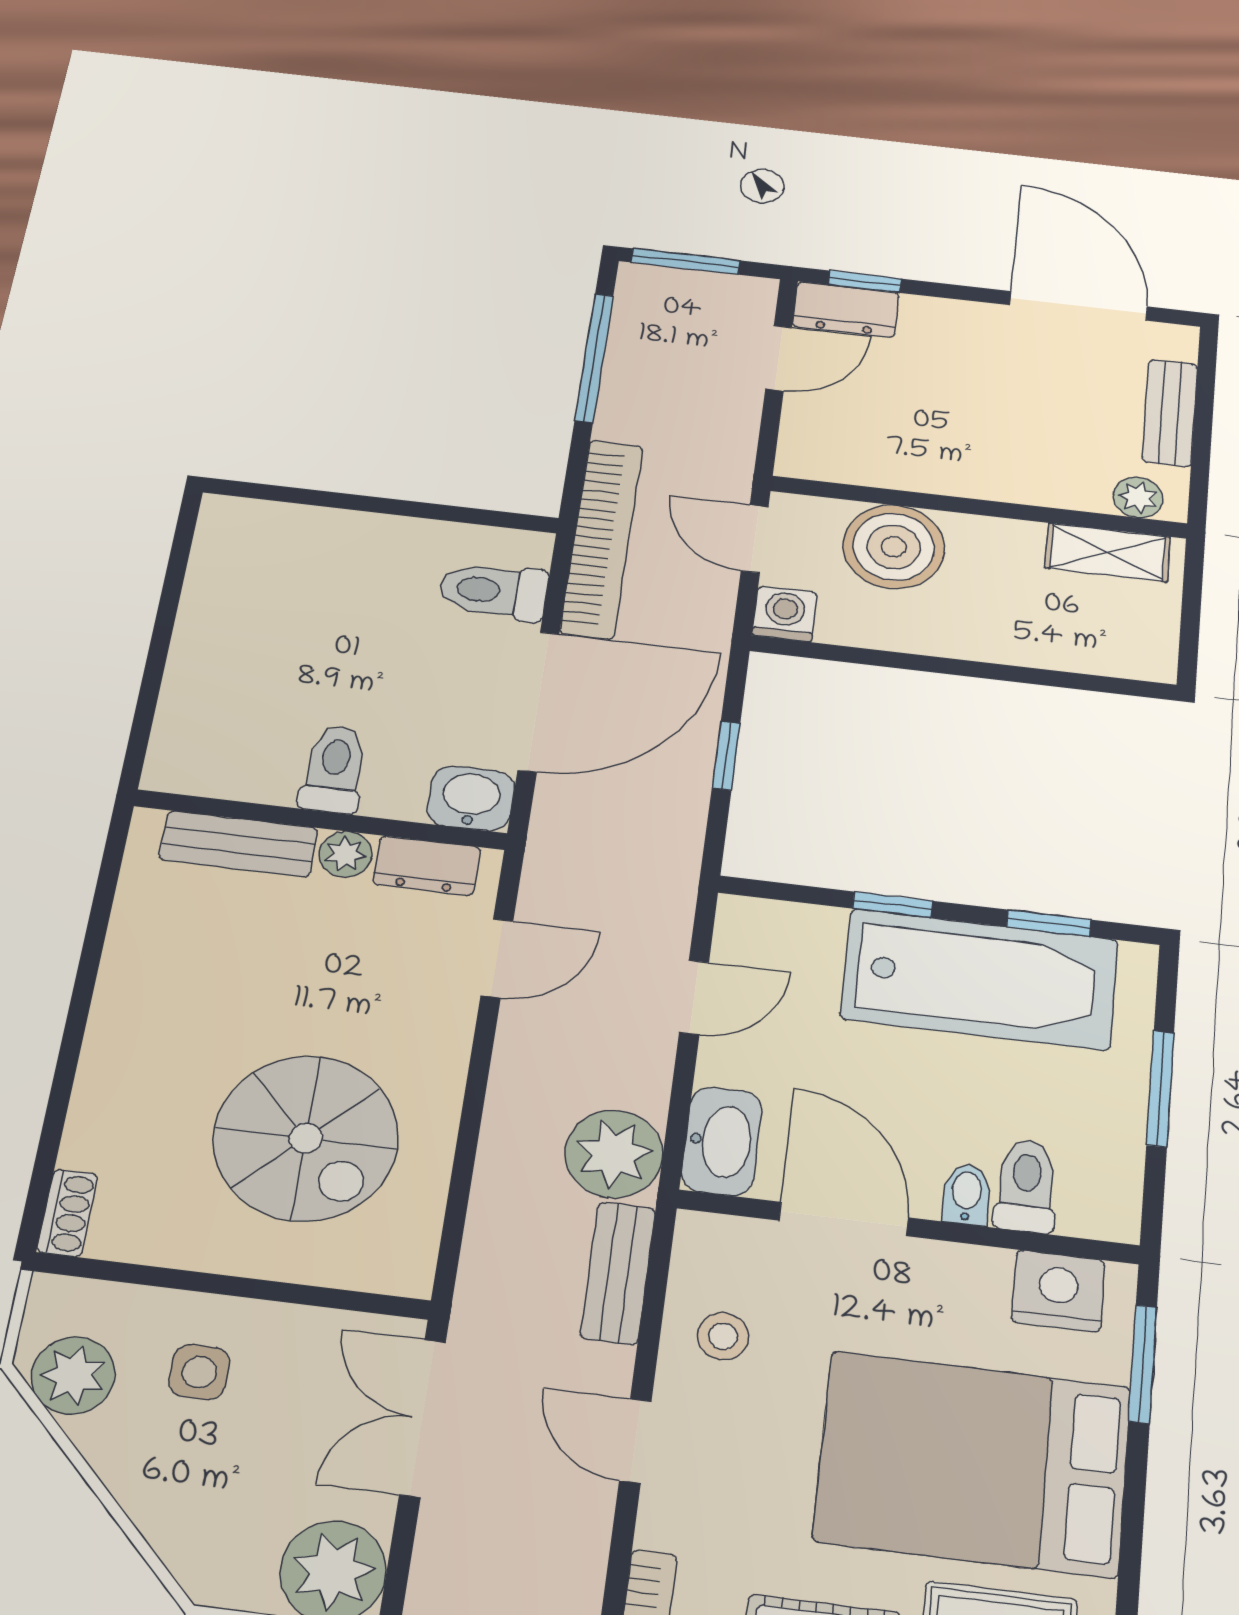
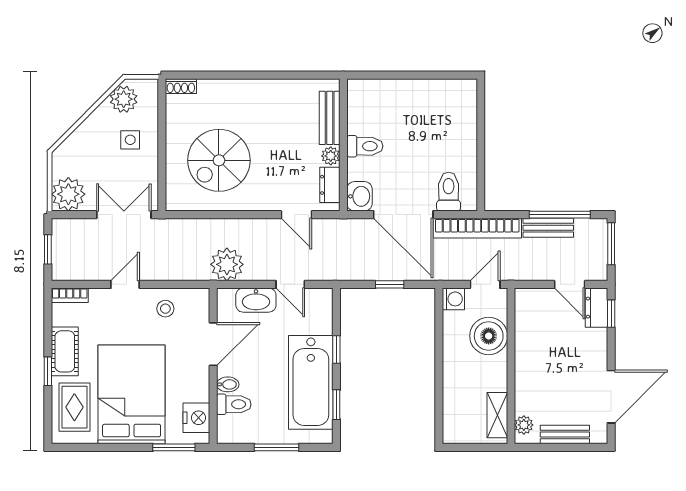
washbasin: (722, 1141) -> (256, 300), moved
bench: (618, 1273) -> (548, 228), moved

